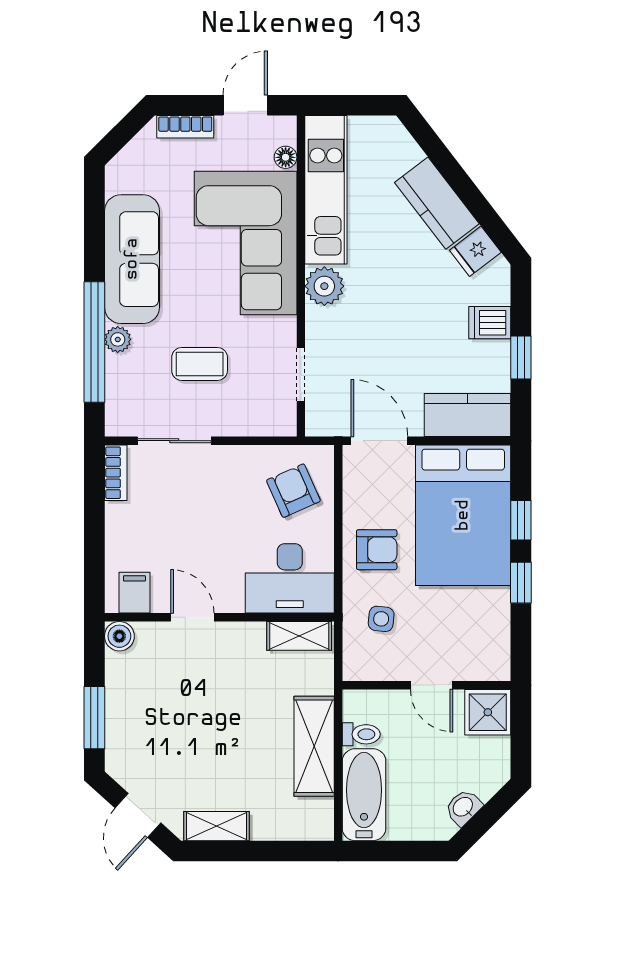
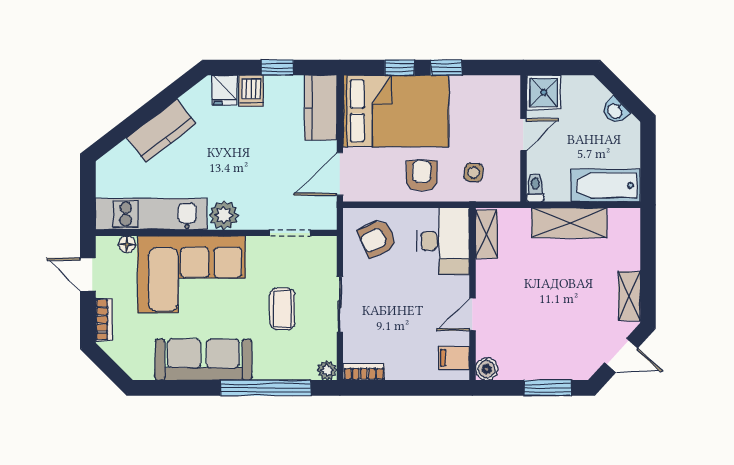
fridge: (475, 251) -> (224, 90), moved, turned 37
plant: (118, 339) -> (327, 370), moved
sliding door: (174, 441) -> (340, 304), moved
toilet: (361, 734) -> (535, 188), moved

